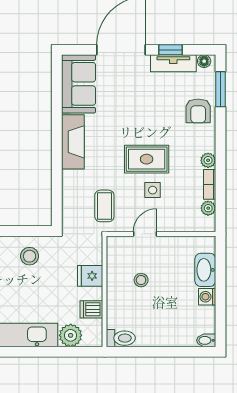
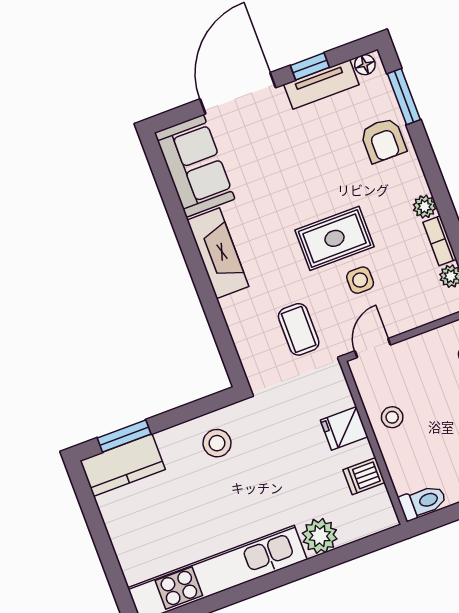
fridge: (90, 276) -> (344, 428), moved
wall: (105, 291) -> (374, 443), moved
dishwasher: (91, 309) -> (364, 476), moved
toilet: (121, 338) -> (423, 502), moved

